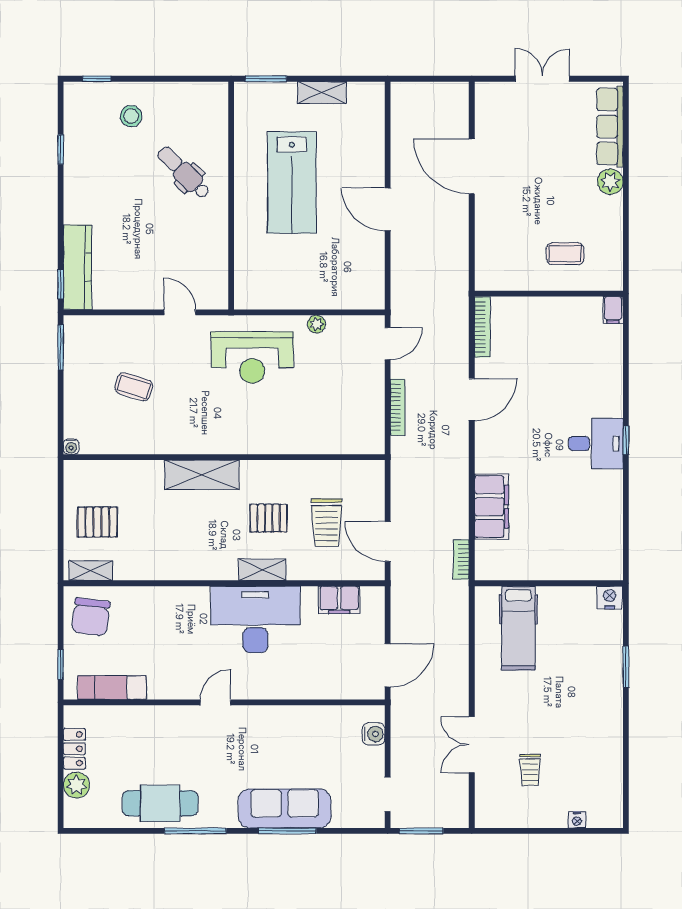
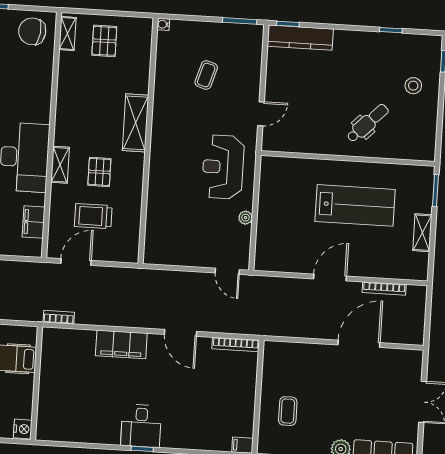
lab bench: (292, 182) -> (355, 205), turned 180
bookcase: (398, 407) -> (384, 288), moved
filing cabinet: (492, 507) -> (121, 344), moved

